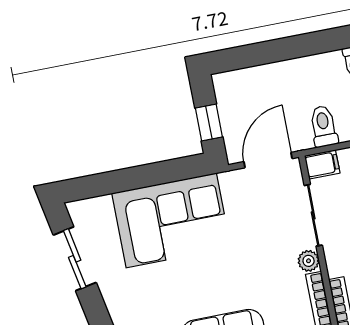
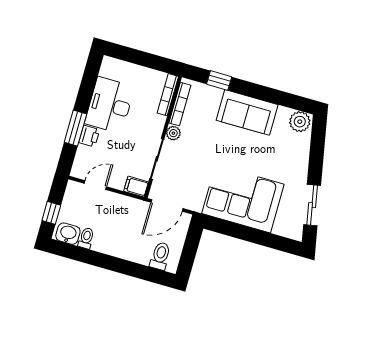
window: (209, 122) -> (191, 246), removed
toilet: (324, 126) -> (160, 256), moved, turned 180

